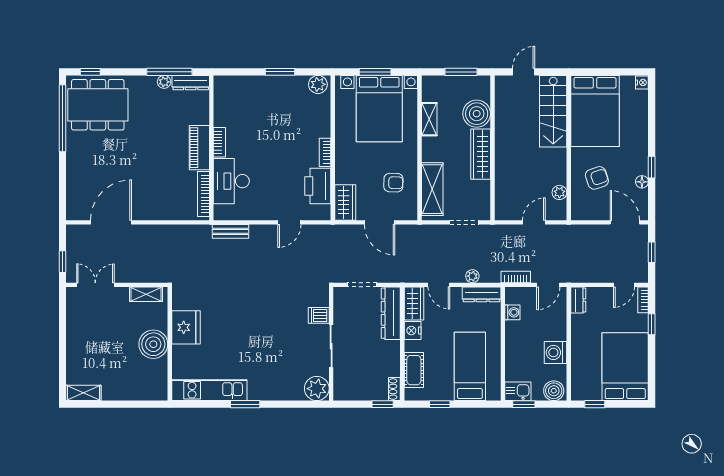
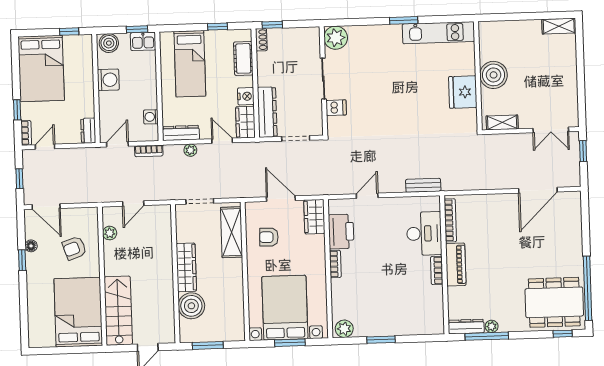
nightstand: (642, 82) -> (34, 341), removed
shelving: (429, 119) -> (237, 299), removed

